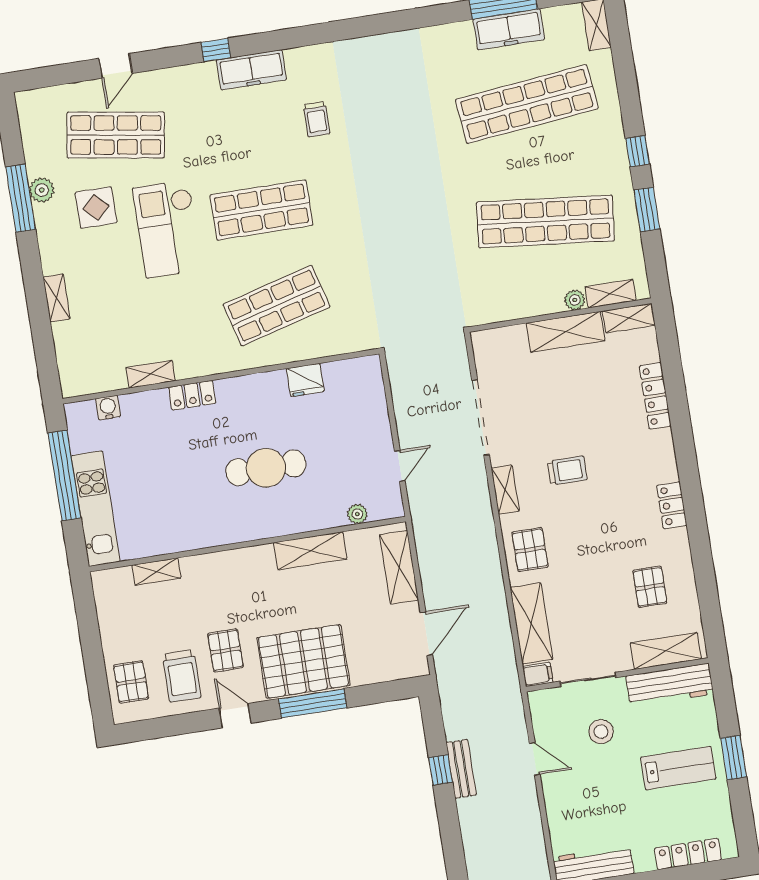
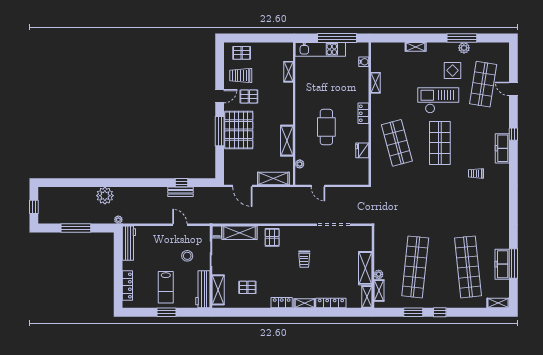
locker: (192, 395) -> (363, 113), moved
shelving: (505, 490) -> (305, 303), moved
pallet: (530, 550) -> (272, 237), turned 90
door: (535, 759) -> (180, 225), swing flipped

